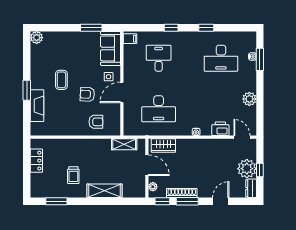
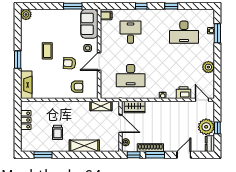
fireplace: (37, 106) -> (26, 85), moved

